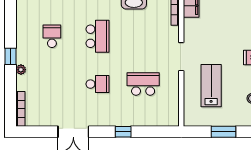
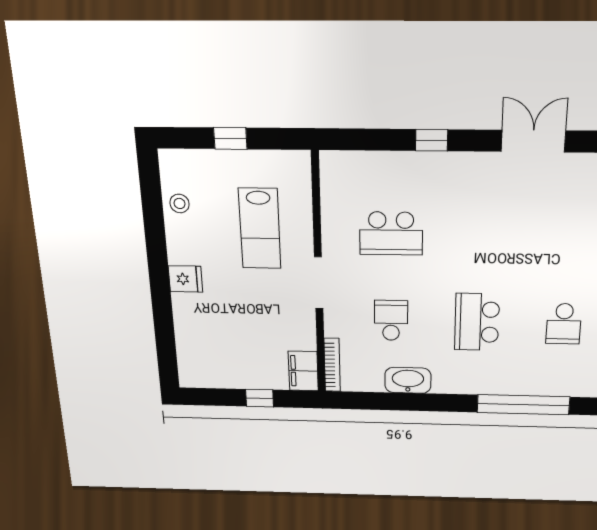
school desk: (98, 84) -> (391, 320), moved, turned 90
window: (223, 132) -> (230, 138), width x0.67

